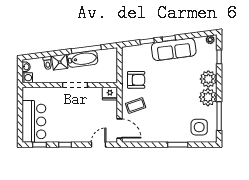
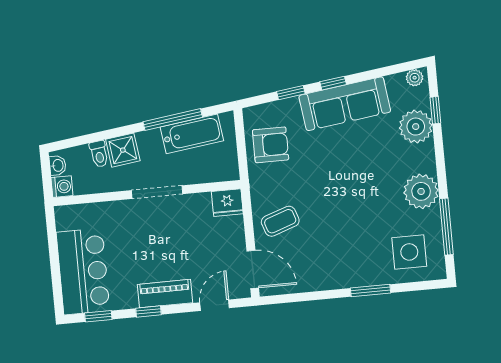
bathtub: (83, 59) -> (192, 134), moved
plant: (208, 79) -> (416, 127), moved
armchair: (136, 80) -> (271, 145), moved
piano: (74, 136) -> (165, 294), added

